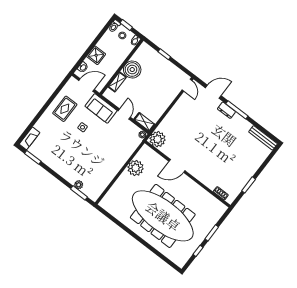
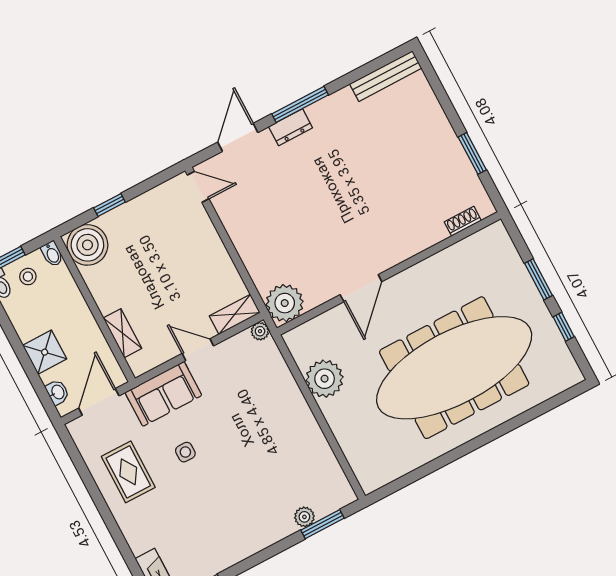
boiler: (132, 70) -> (87, 245), moved

